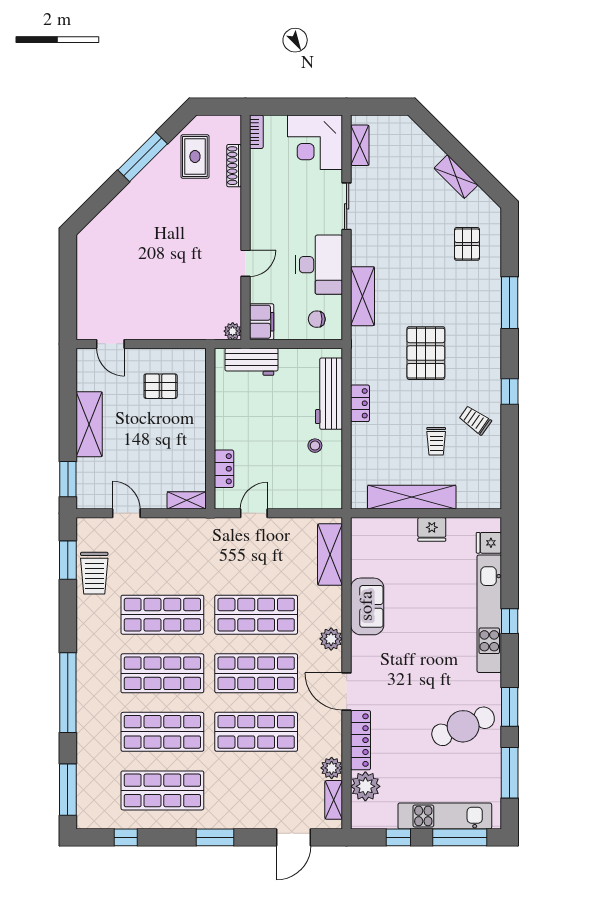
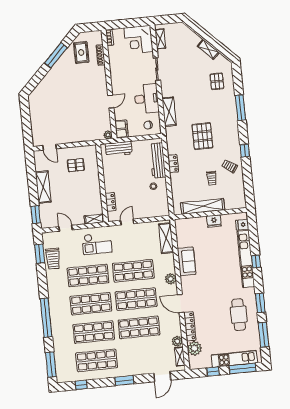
checkout: (188, 551) -> (97, 244), added
cafe table: (463, 726) -> (239, 315), turned -68

